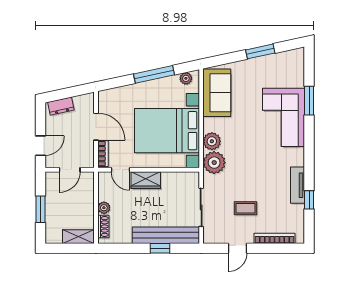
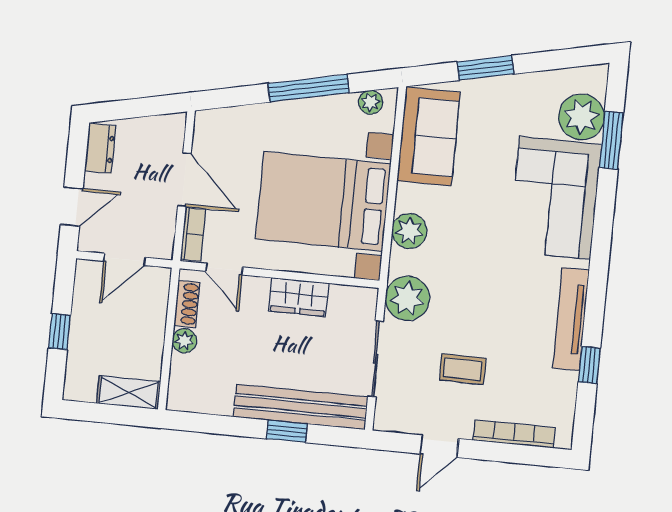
window: (260, 51) -> (485, 68), moved
plant: (293, 75) -> (581, 117), added
window: (309, 101) -> (611, 140), moved
dresser: (61, 106) -> (100, 148), moved, turned -78
plant: (214, 163) -> (407, 298), moved
wardrobe: (146, 180) -> (299, 297), moved
tv unit: (298, 185) -> (571, 319), width x1.41
window: (41, 209) -> (59, 332), width x0.67
shoe rack: (103, 226) -> (187, 304), moved

